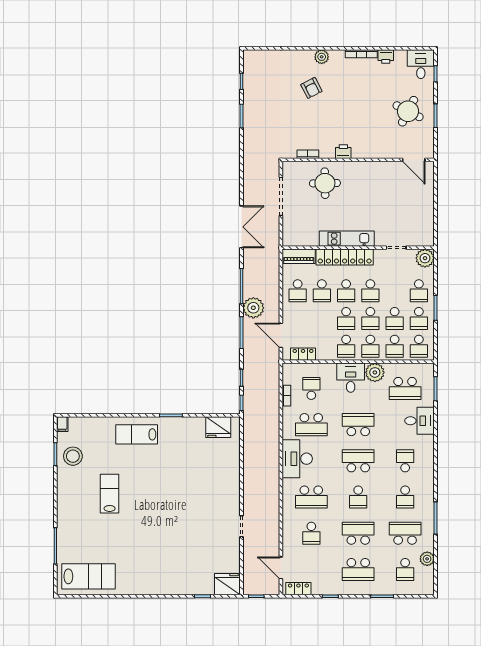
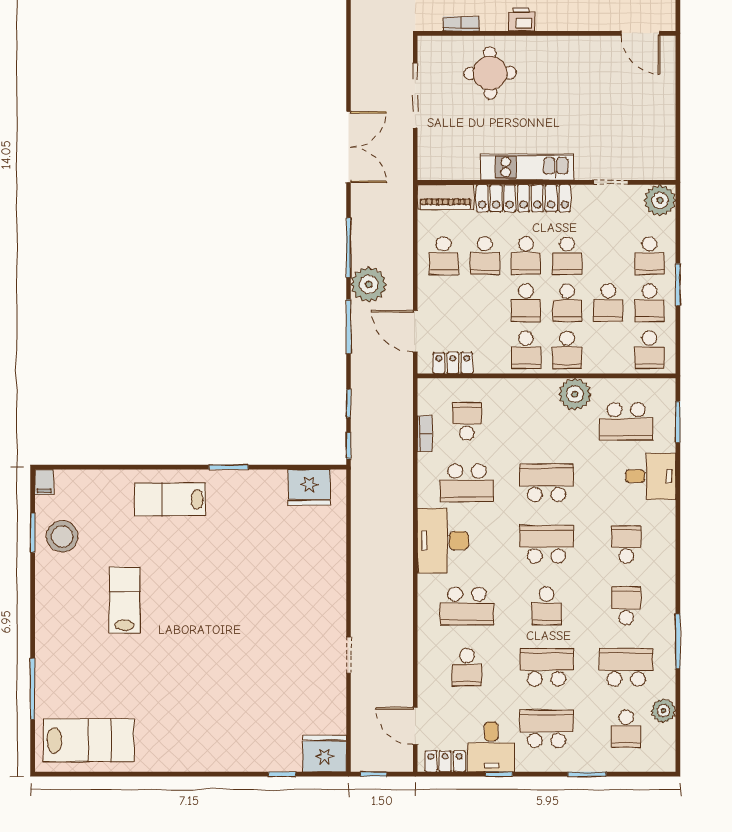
school desk: (395, 346) -> (608, 350), removed
desk: (351, 378) -> (491, 747), moved, turned 180
school desk: (405, 497) -> (626, 606), turned 180
school desk: (358, 570) -> (547, 729), turned 180

